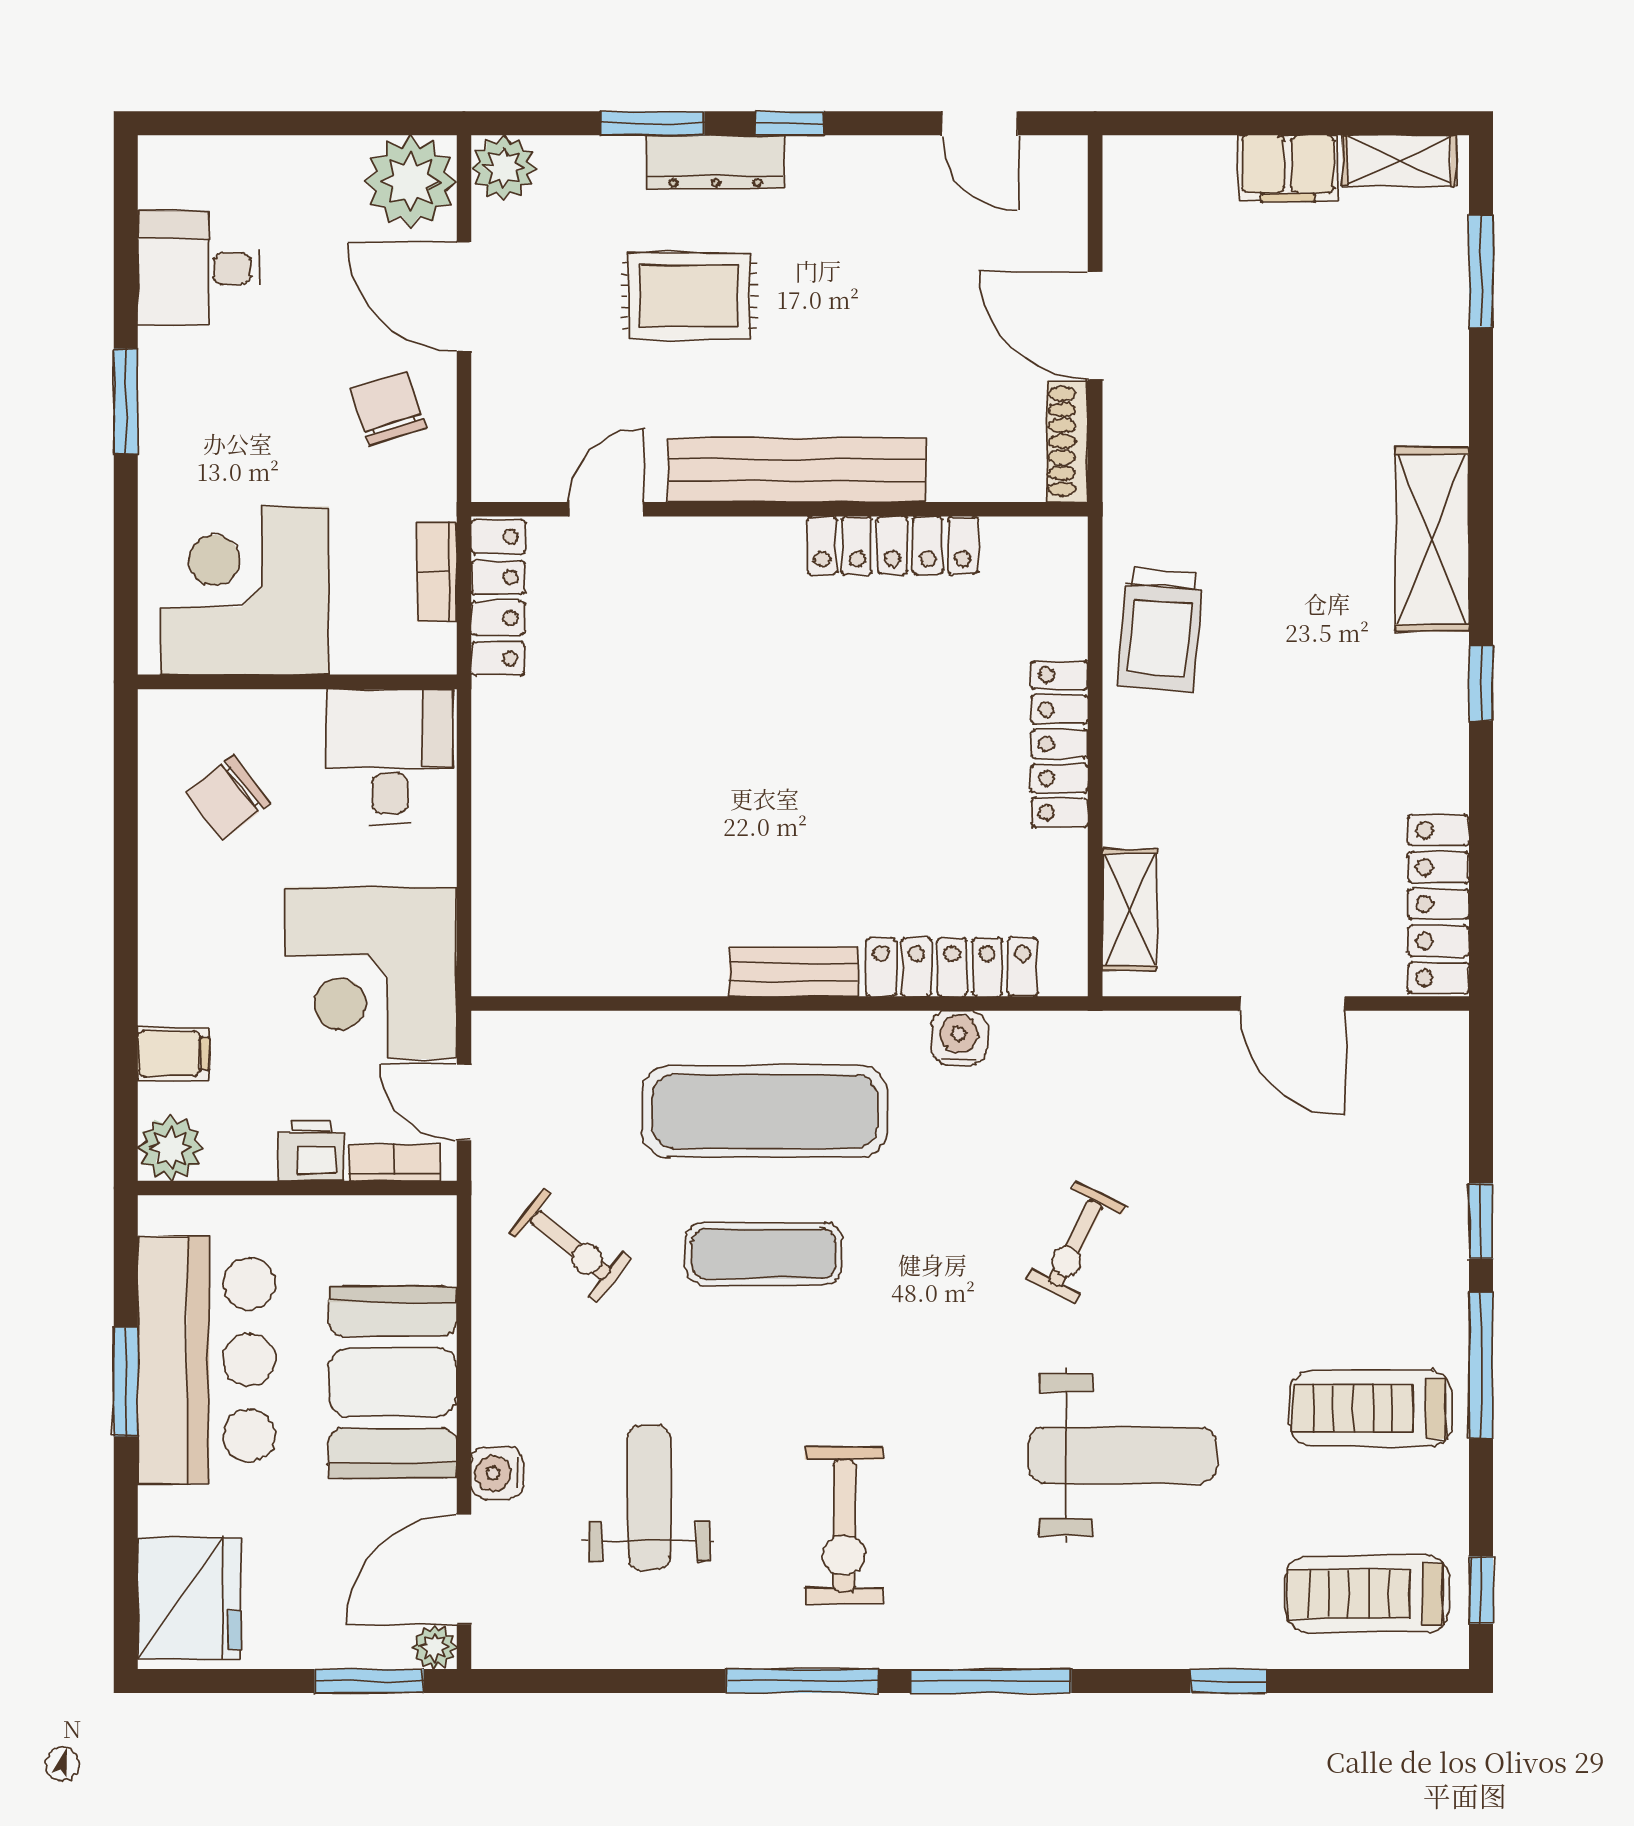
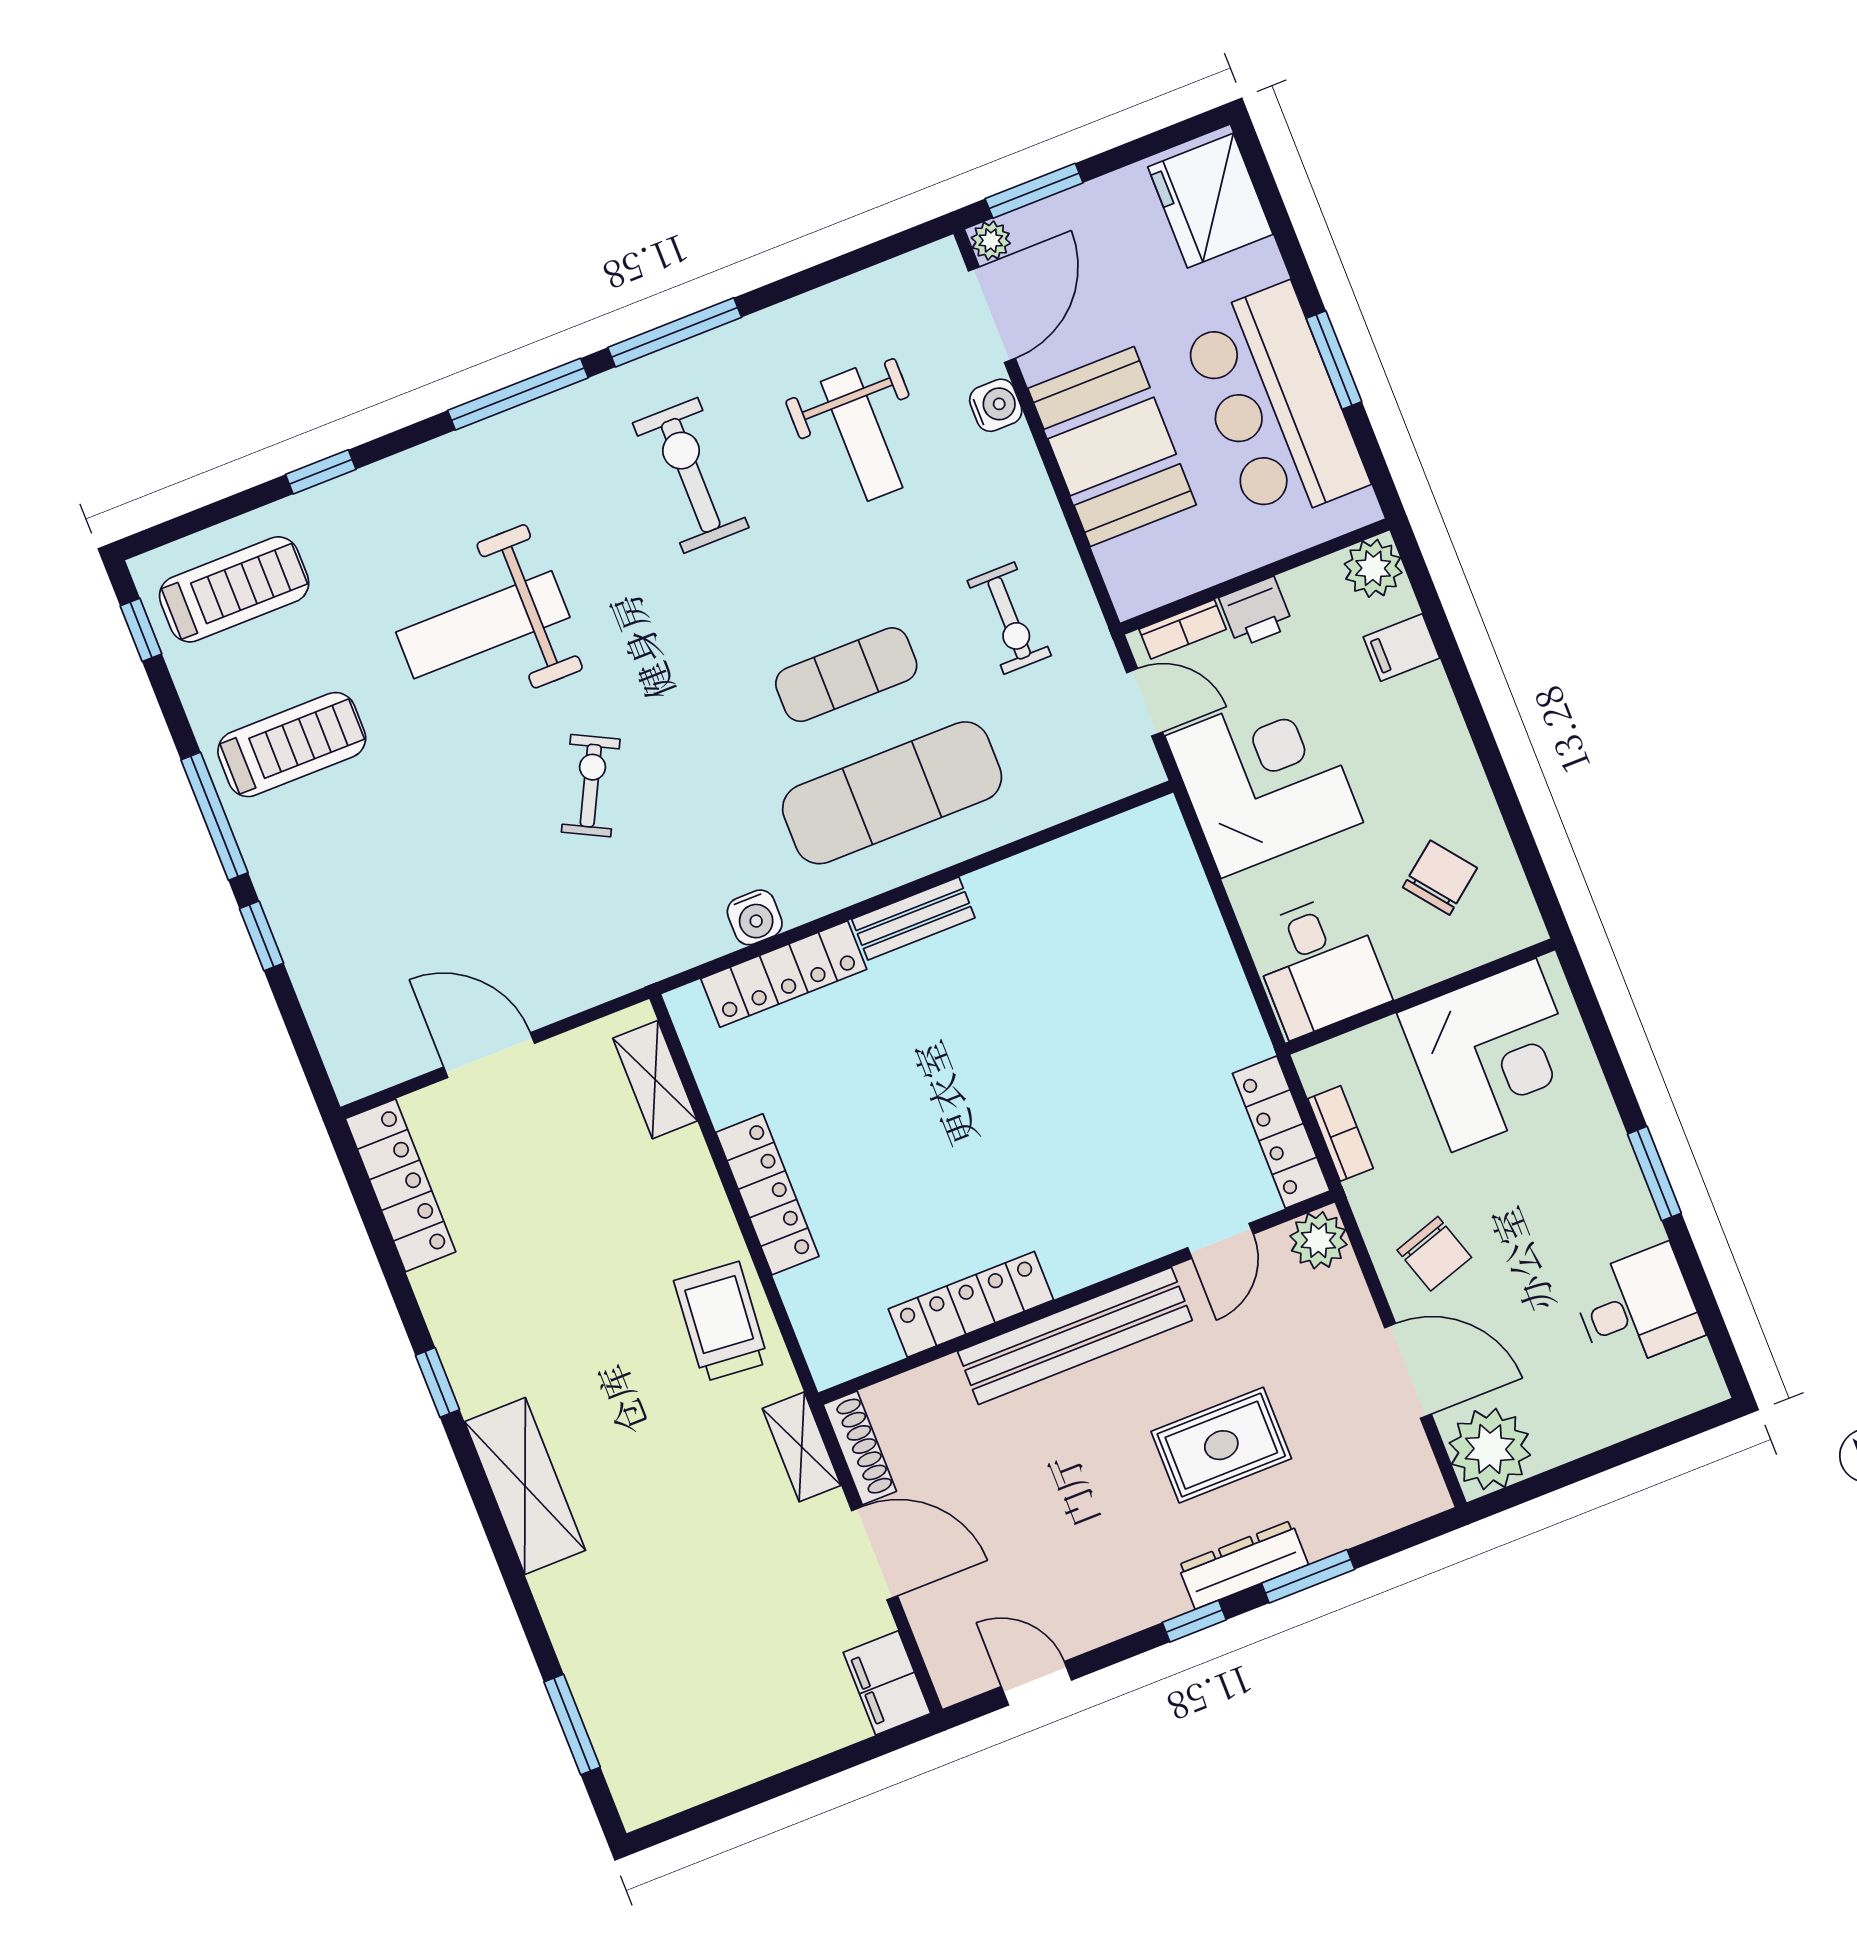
shelving: (1399, 161) -> (802, 1447), moved, turned 90
plant: (504, 168) -> (1318, 1240), moved
filing cabinet: (1288, 168) -> (887, 1683), moved, turned -90
exercise bike: (571, 1246) -> (1009, 618), turned -129

